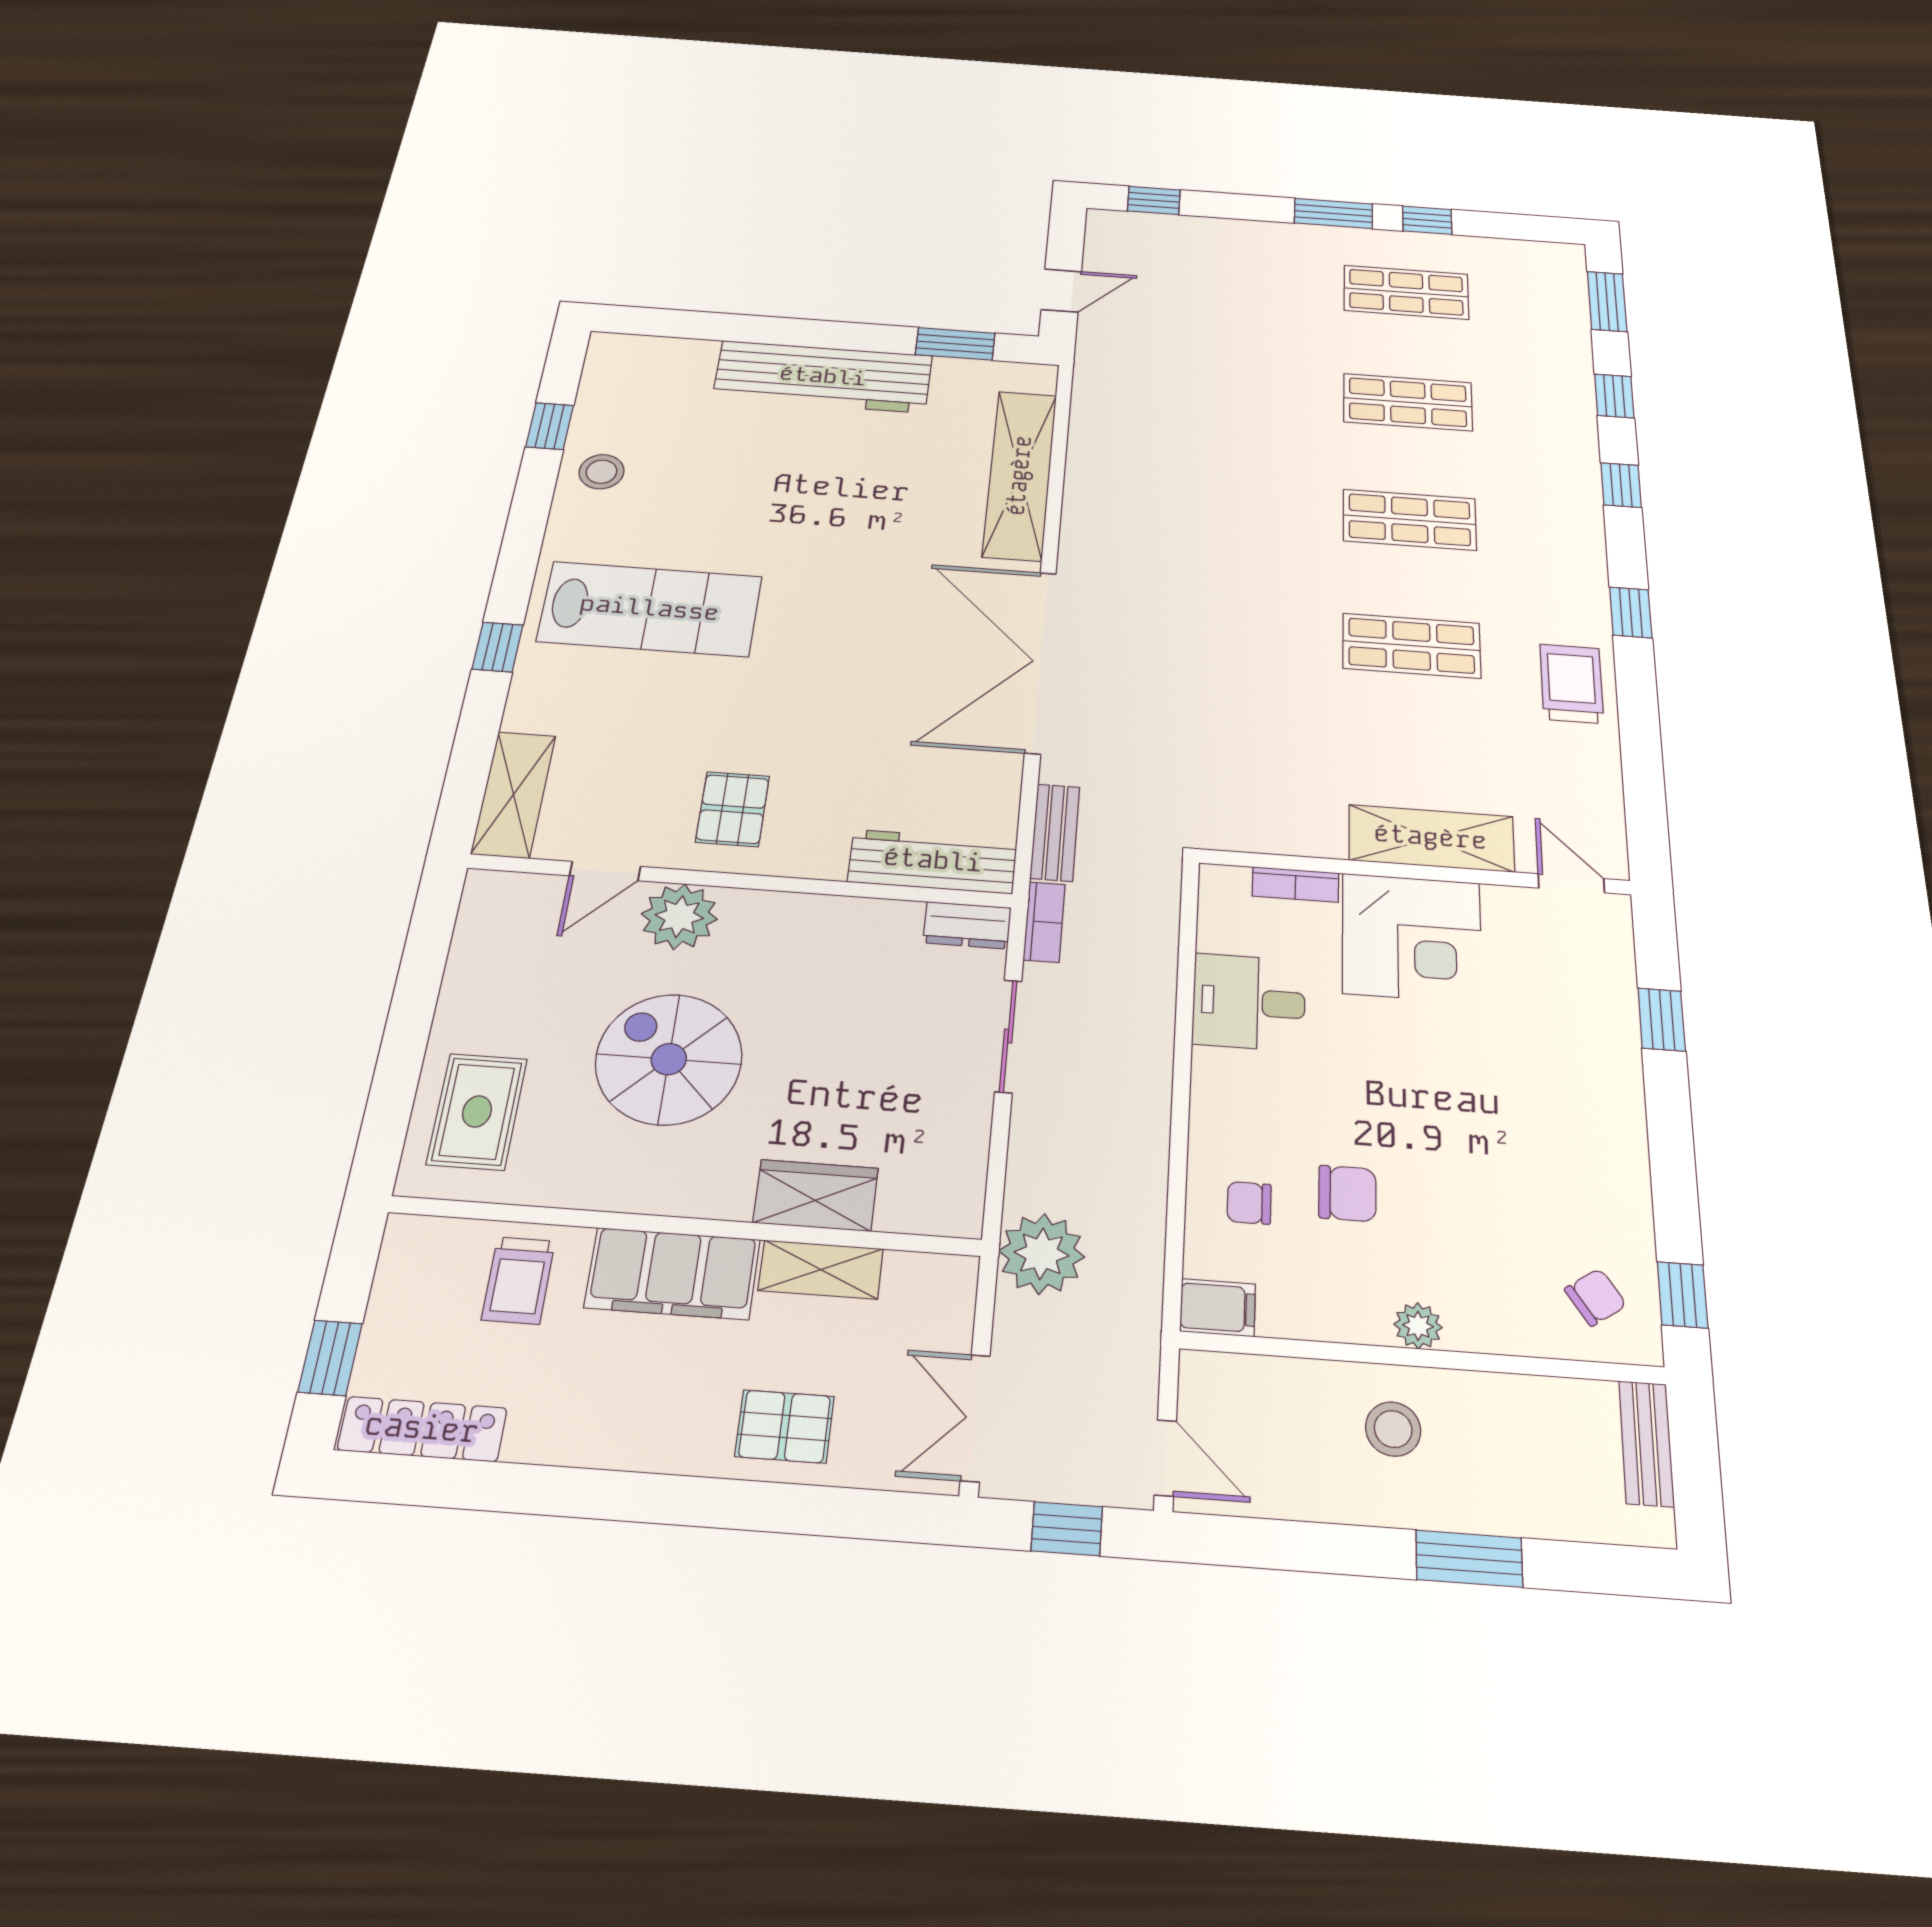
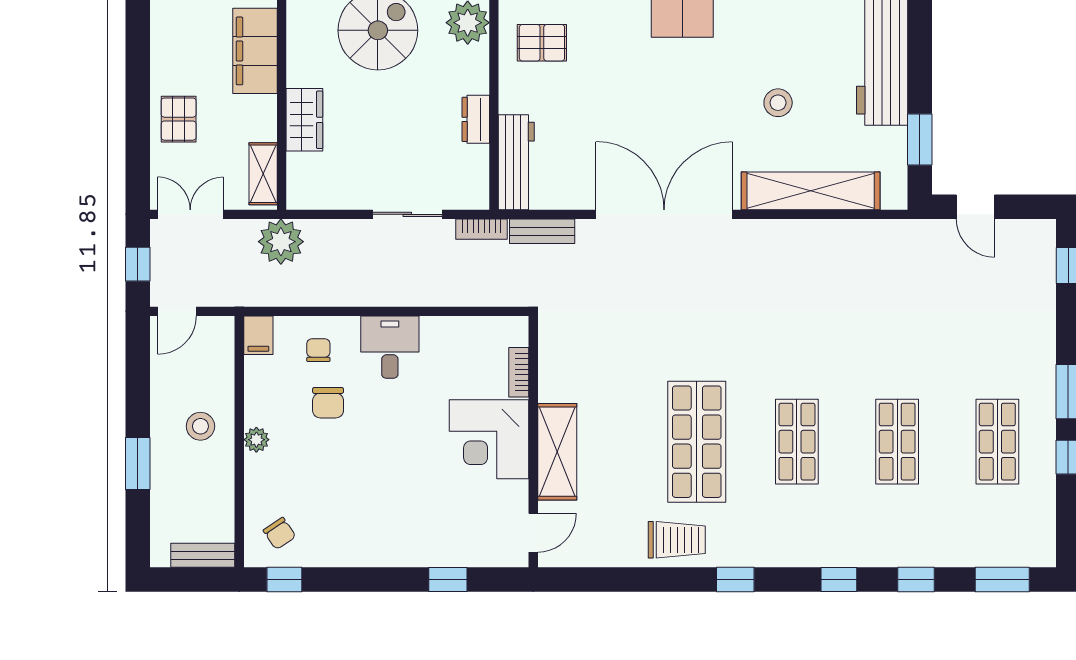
stool: (878, 504) -> (778, 103), added
shop shelf: (1412, 646) -> (697, 442), width x1.43, depth x1.36
dresser: (967, 925) -> (476, 119), moved
desk: (1249, 1002) -> (390, 347), moved
shelving: (821, 1270) -> (263, 174), moved

